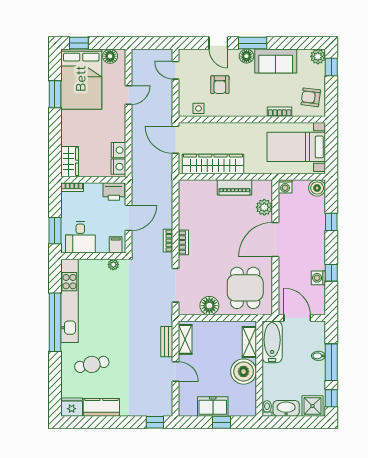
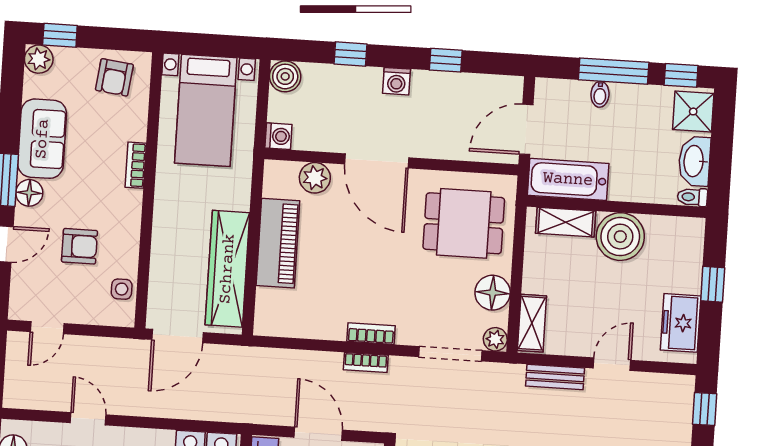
bookcase: (280, 112) -> (136, 165), moved
piano: (235, 187) -> (278, 243), width x1.37, depth x1.33
washing machine: (318, 278) -> (396, 81), moved
plant: (185, 309) -> (495, 339), added
shelving: (185, 339) -> (532, 323), moved, turned 90
freezer: (213, 407) -> (681, 323), moved

